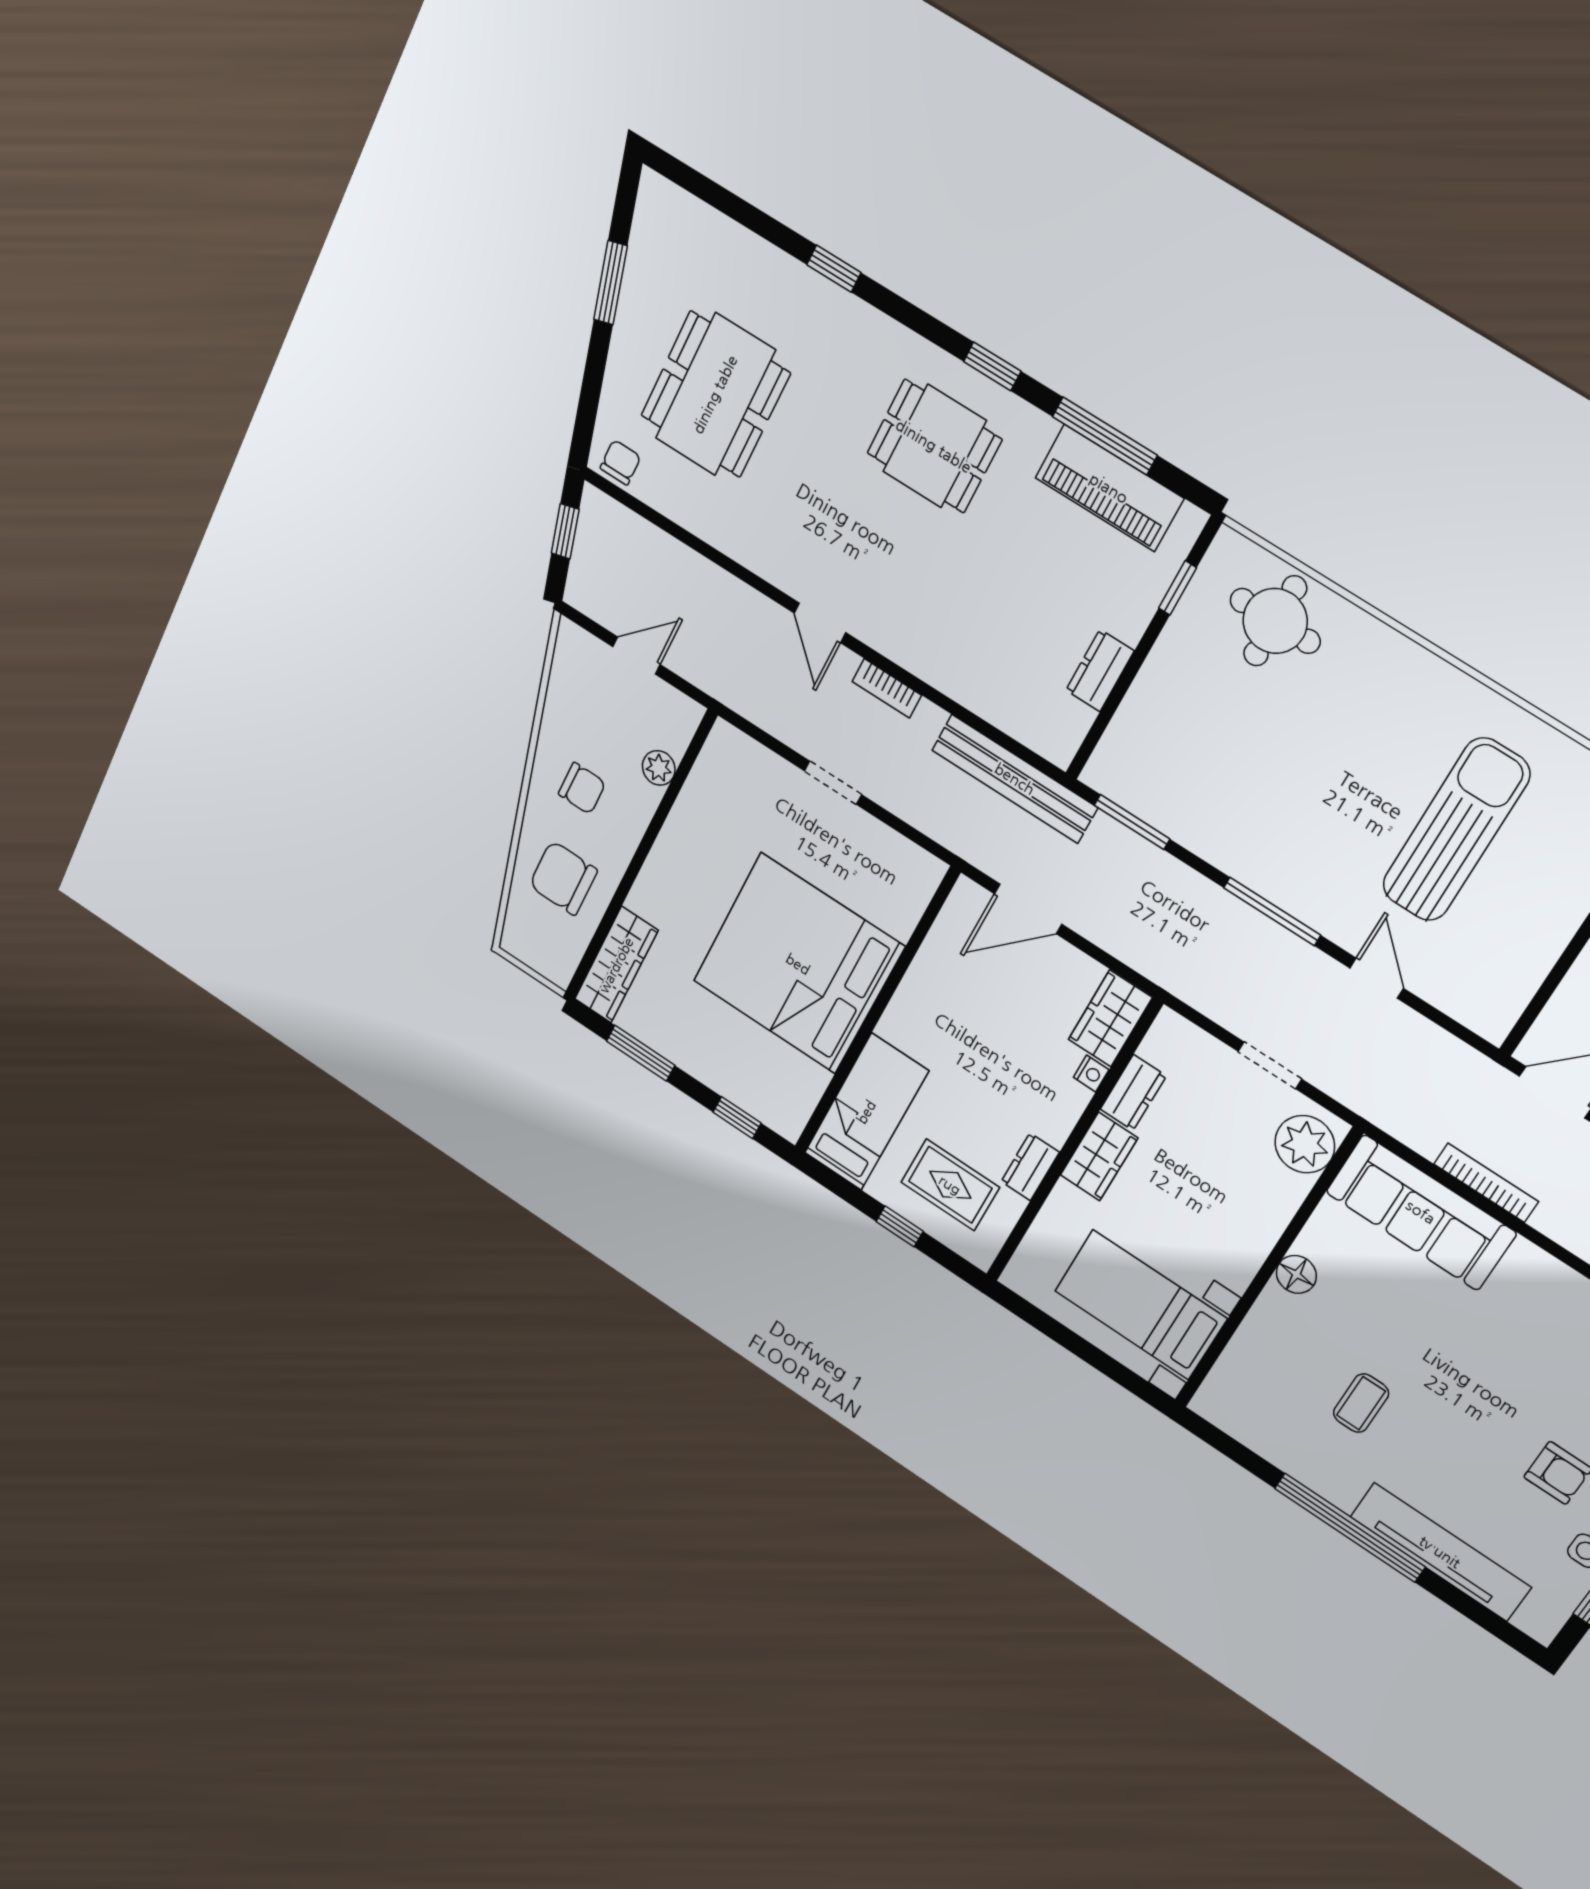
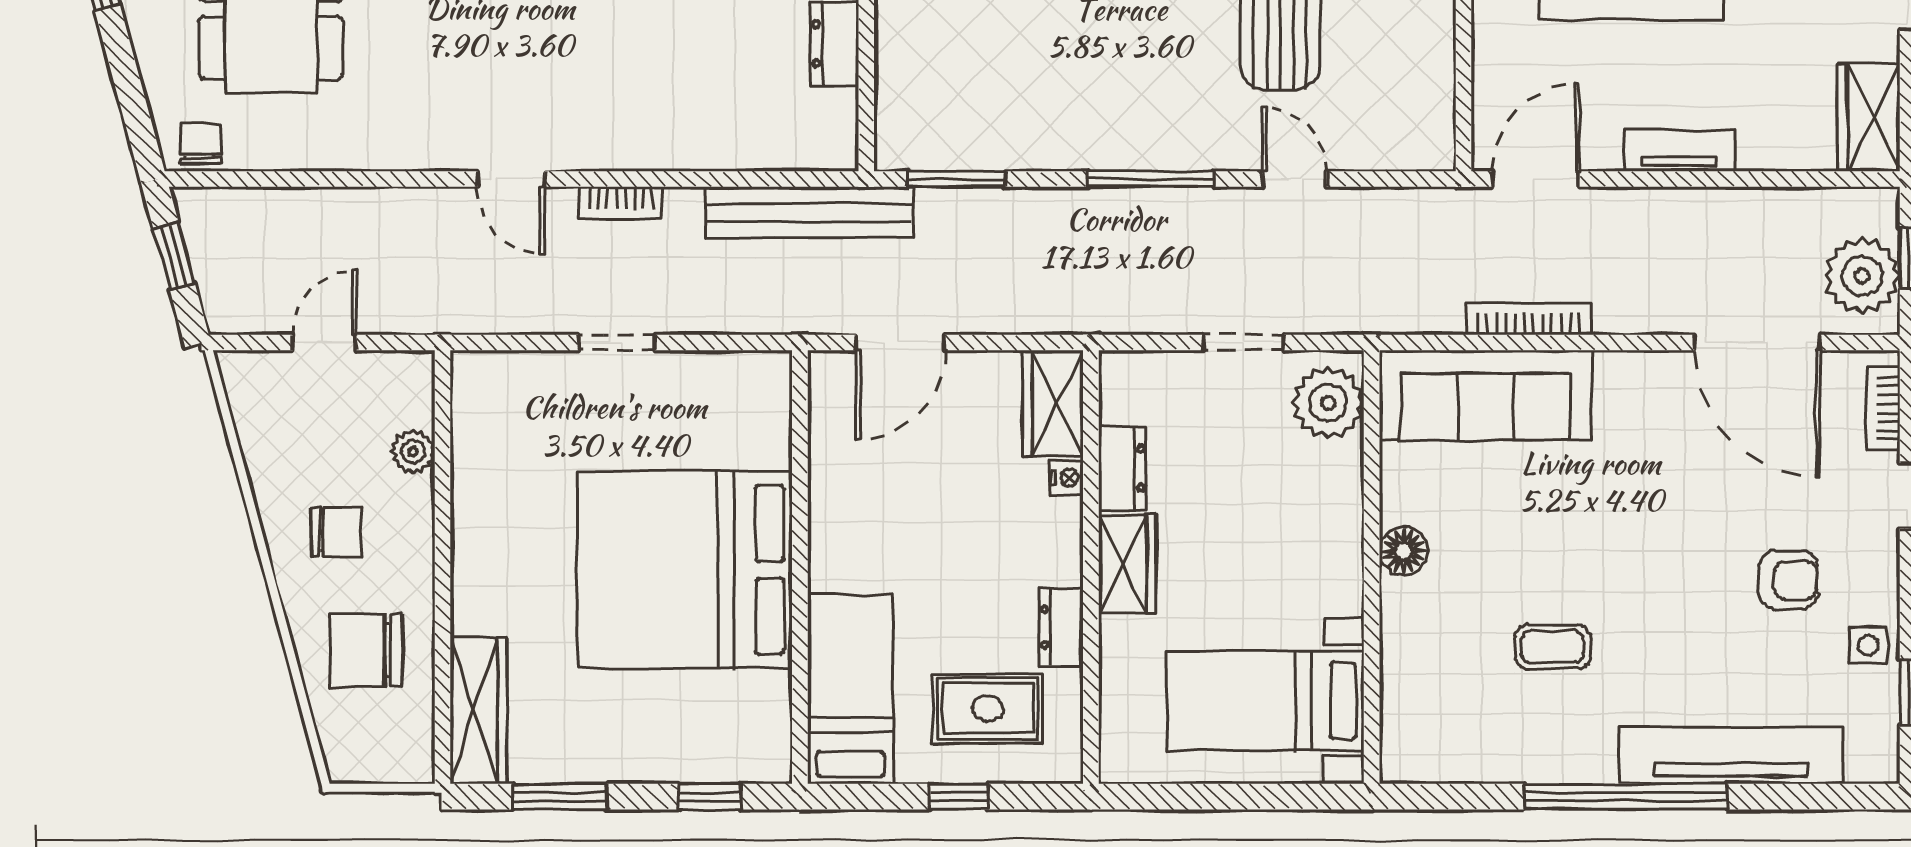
coffee table: (1361, 1403) -> (1553, 647), turned 90

